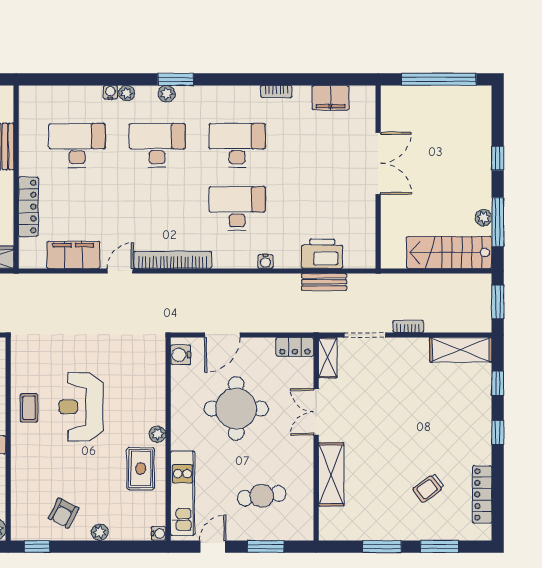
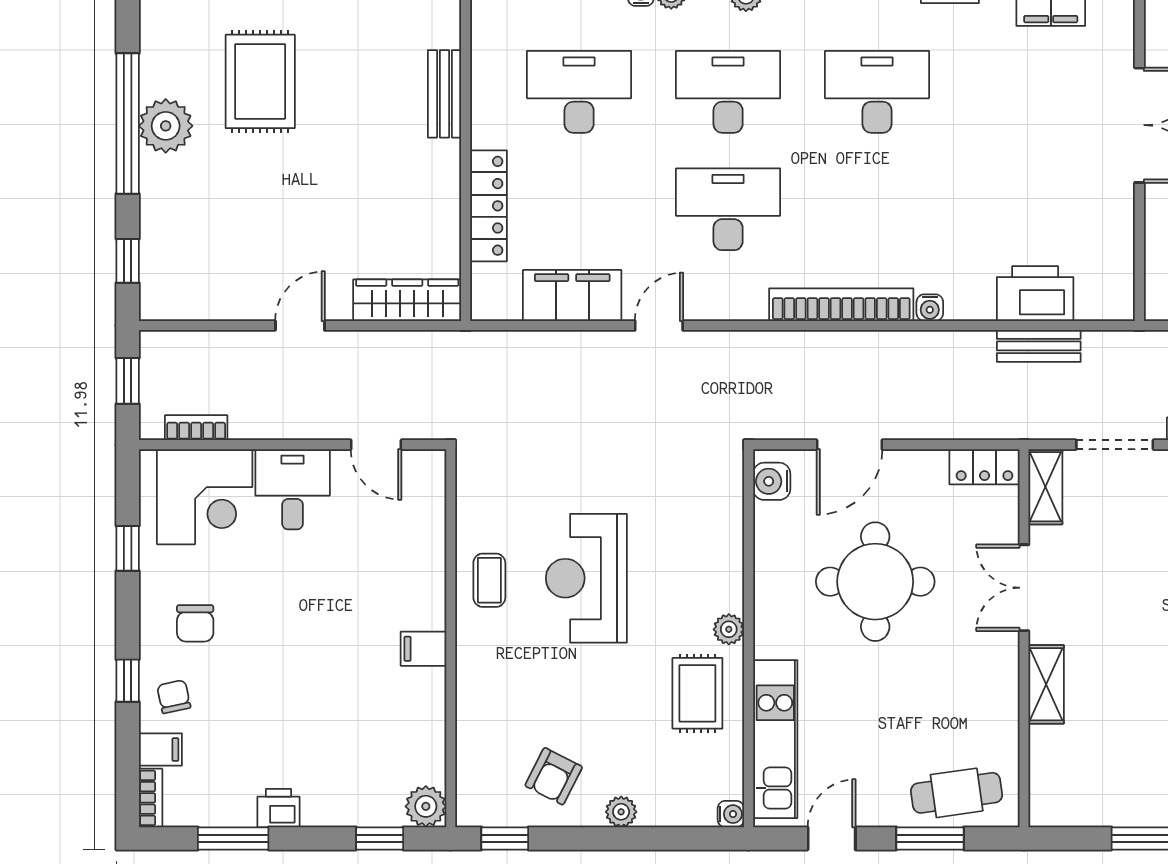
desk: (237, 208) -> (728, 209), moved
bookcase: (173, 260) -> (841, 305), moved
shelving: (331, 474) -> (1046, 684), width x0.67, depth x0.75
cafe table: (262, 496) -> (957, 793), moved

